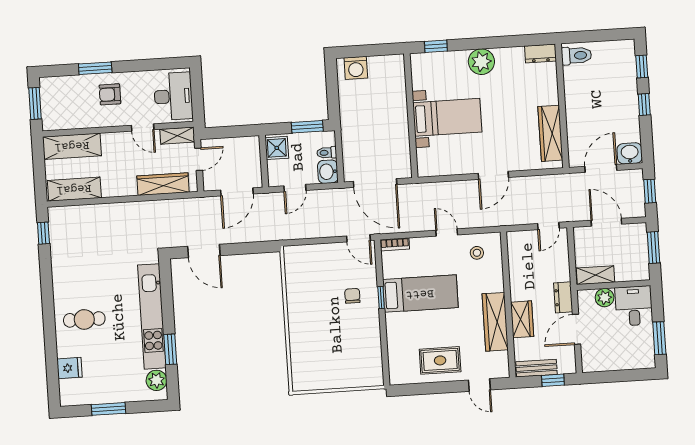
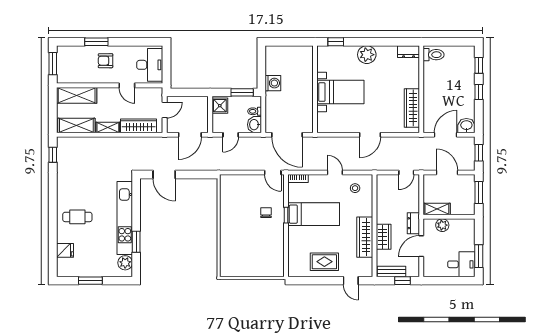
washing machine: (356, 68) -> (273, 83), moved, turned -90
shelving: (177, 136) -> (108, 127), moved
desk: (634, 306) -> (461, 264), moved, turned 90

